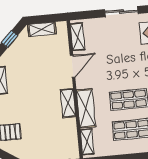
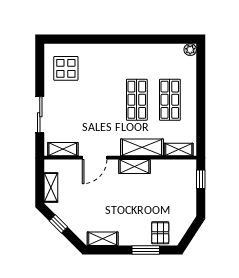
sliding door: (121, 12) -> (40, 115), moved
door: (73, 66) -> (95, 158), swing flipped

